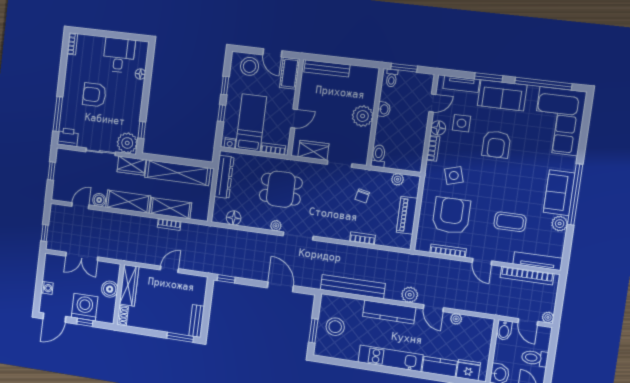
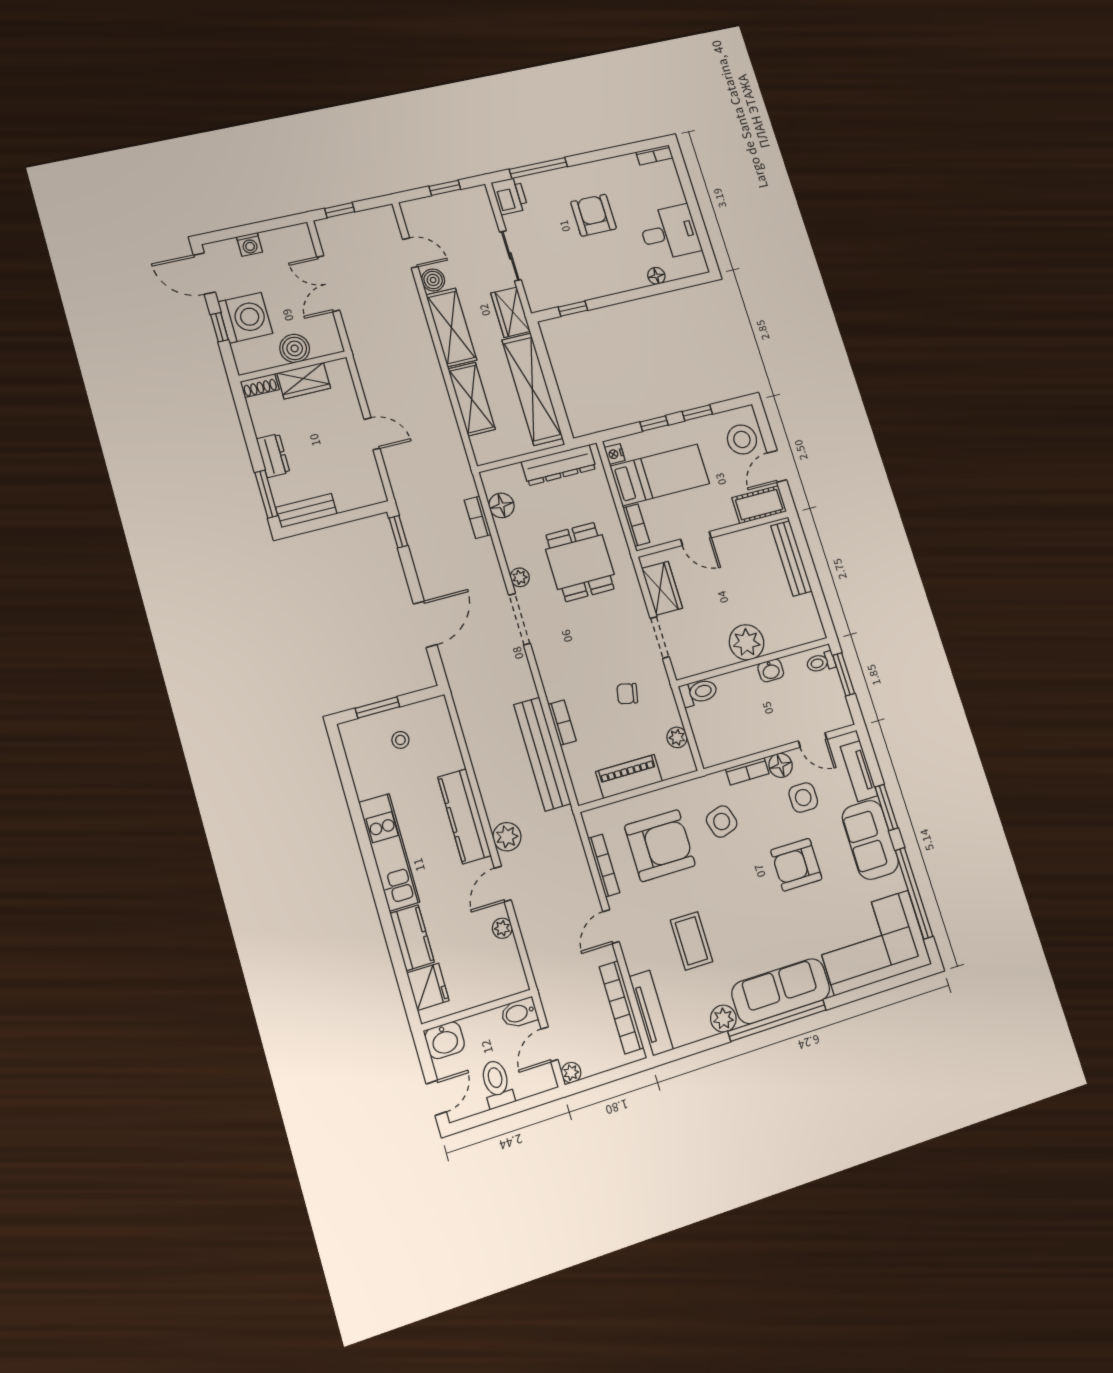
plant: (127, 143) -> (543, 293), removed
sofa: (559, 193) -> (781, 991), width x1.36
bookcase: (169, 224) -> (478, 517), moved
wardrobe: (129, 285) -> (304, 381), width x0.67
bench: (353, 287) -> (542, 754), moved
dresser: (162, 325) -> (273, 456), added
stool: (335, 327) -> (400, 740), width x0.53, depth x0.53

